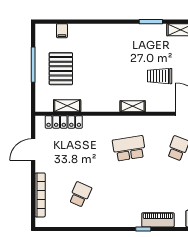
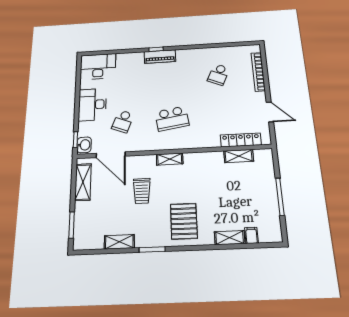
shelving: (81, 29) -> (230, 238), added
pallet: (61, 69) -> (184, 221), moved
trolley: (160, 76) -> (142, 191), turned 90
door: (33, 150) -> (270, 112), hinge flipped
piano: (158, 220) -> (160, 57), moved

